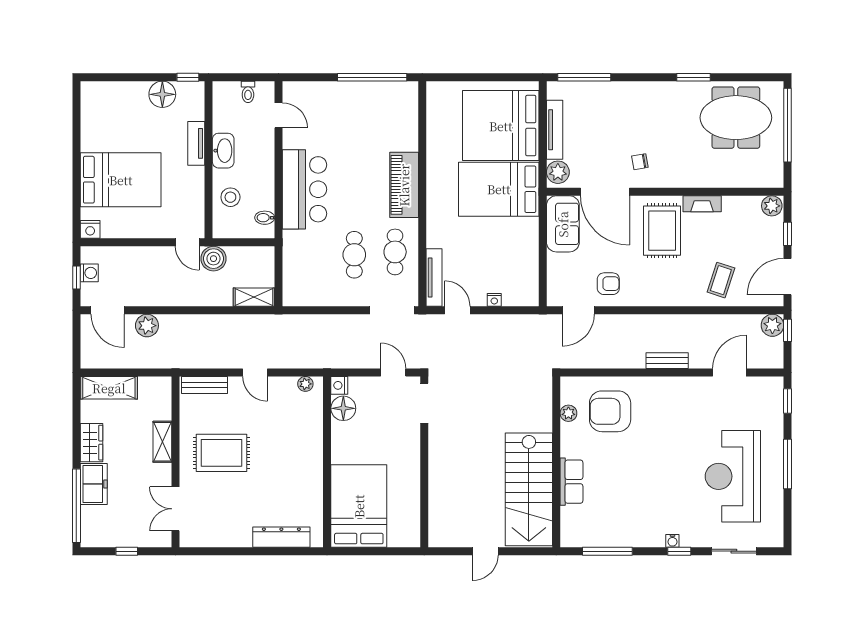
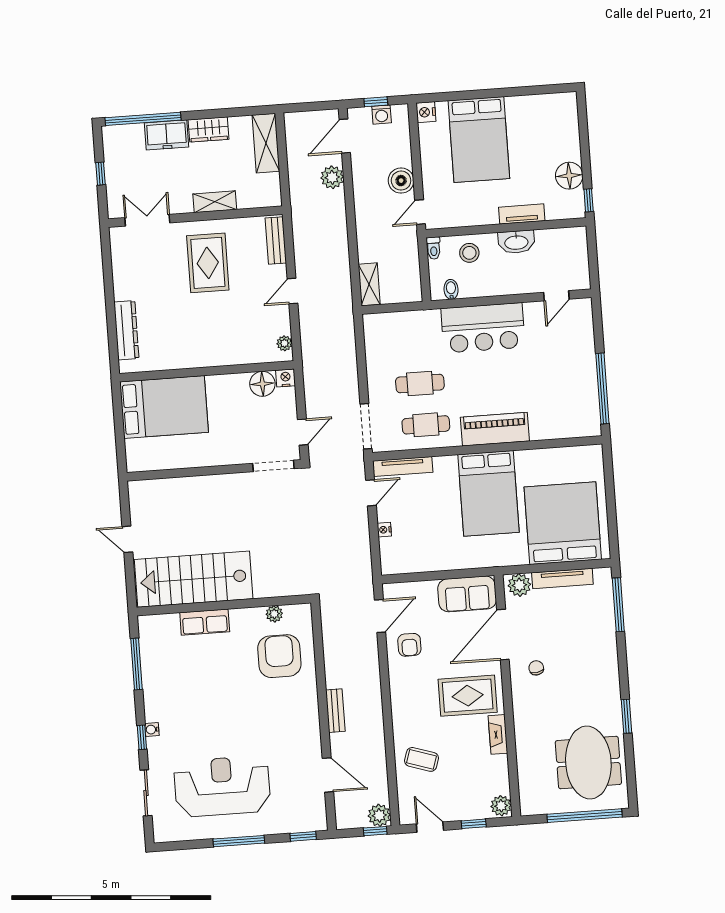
toilet: (248, 92) -> (434, 248), moved, turned -90
bed: (499, 189) -> (488, 493), moved, turned 180
boiler: (213, 259) -> (401, 181), moved
door: (787, 277) -> (430, 827), width x0.73
door: (578, 310) -> (380, 616), swing flipped

